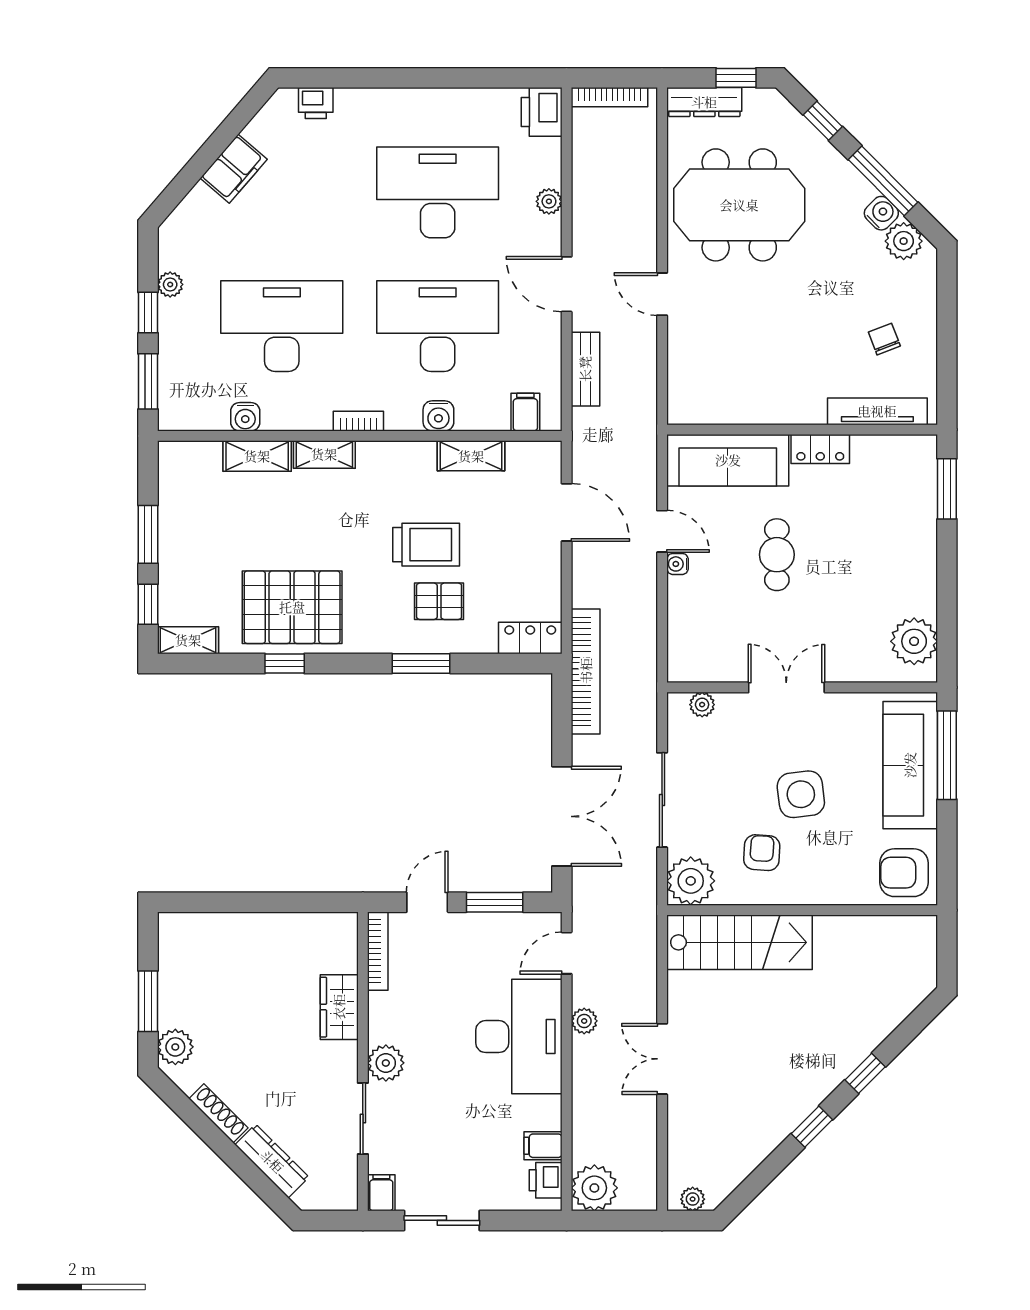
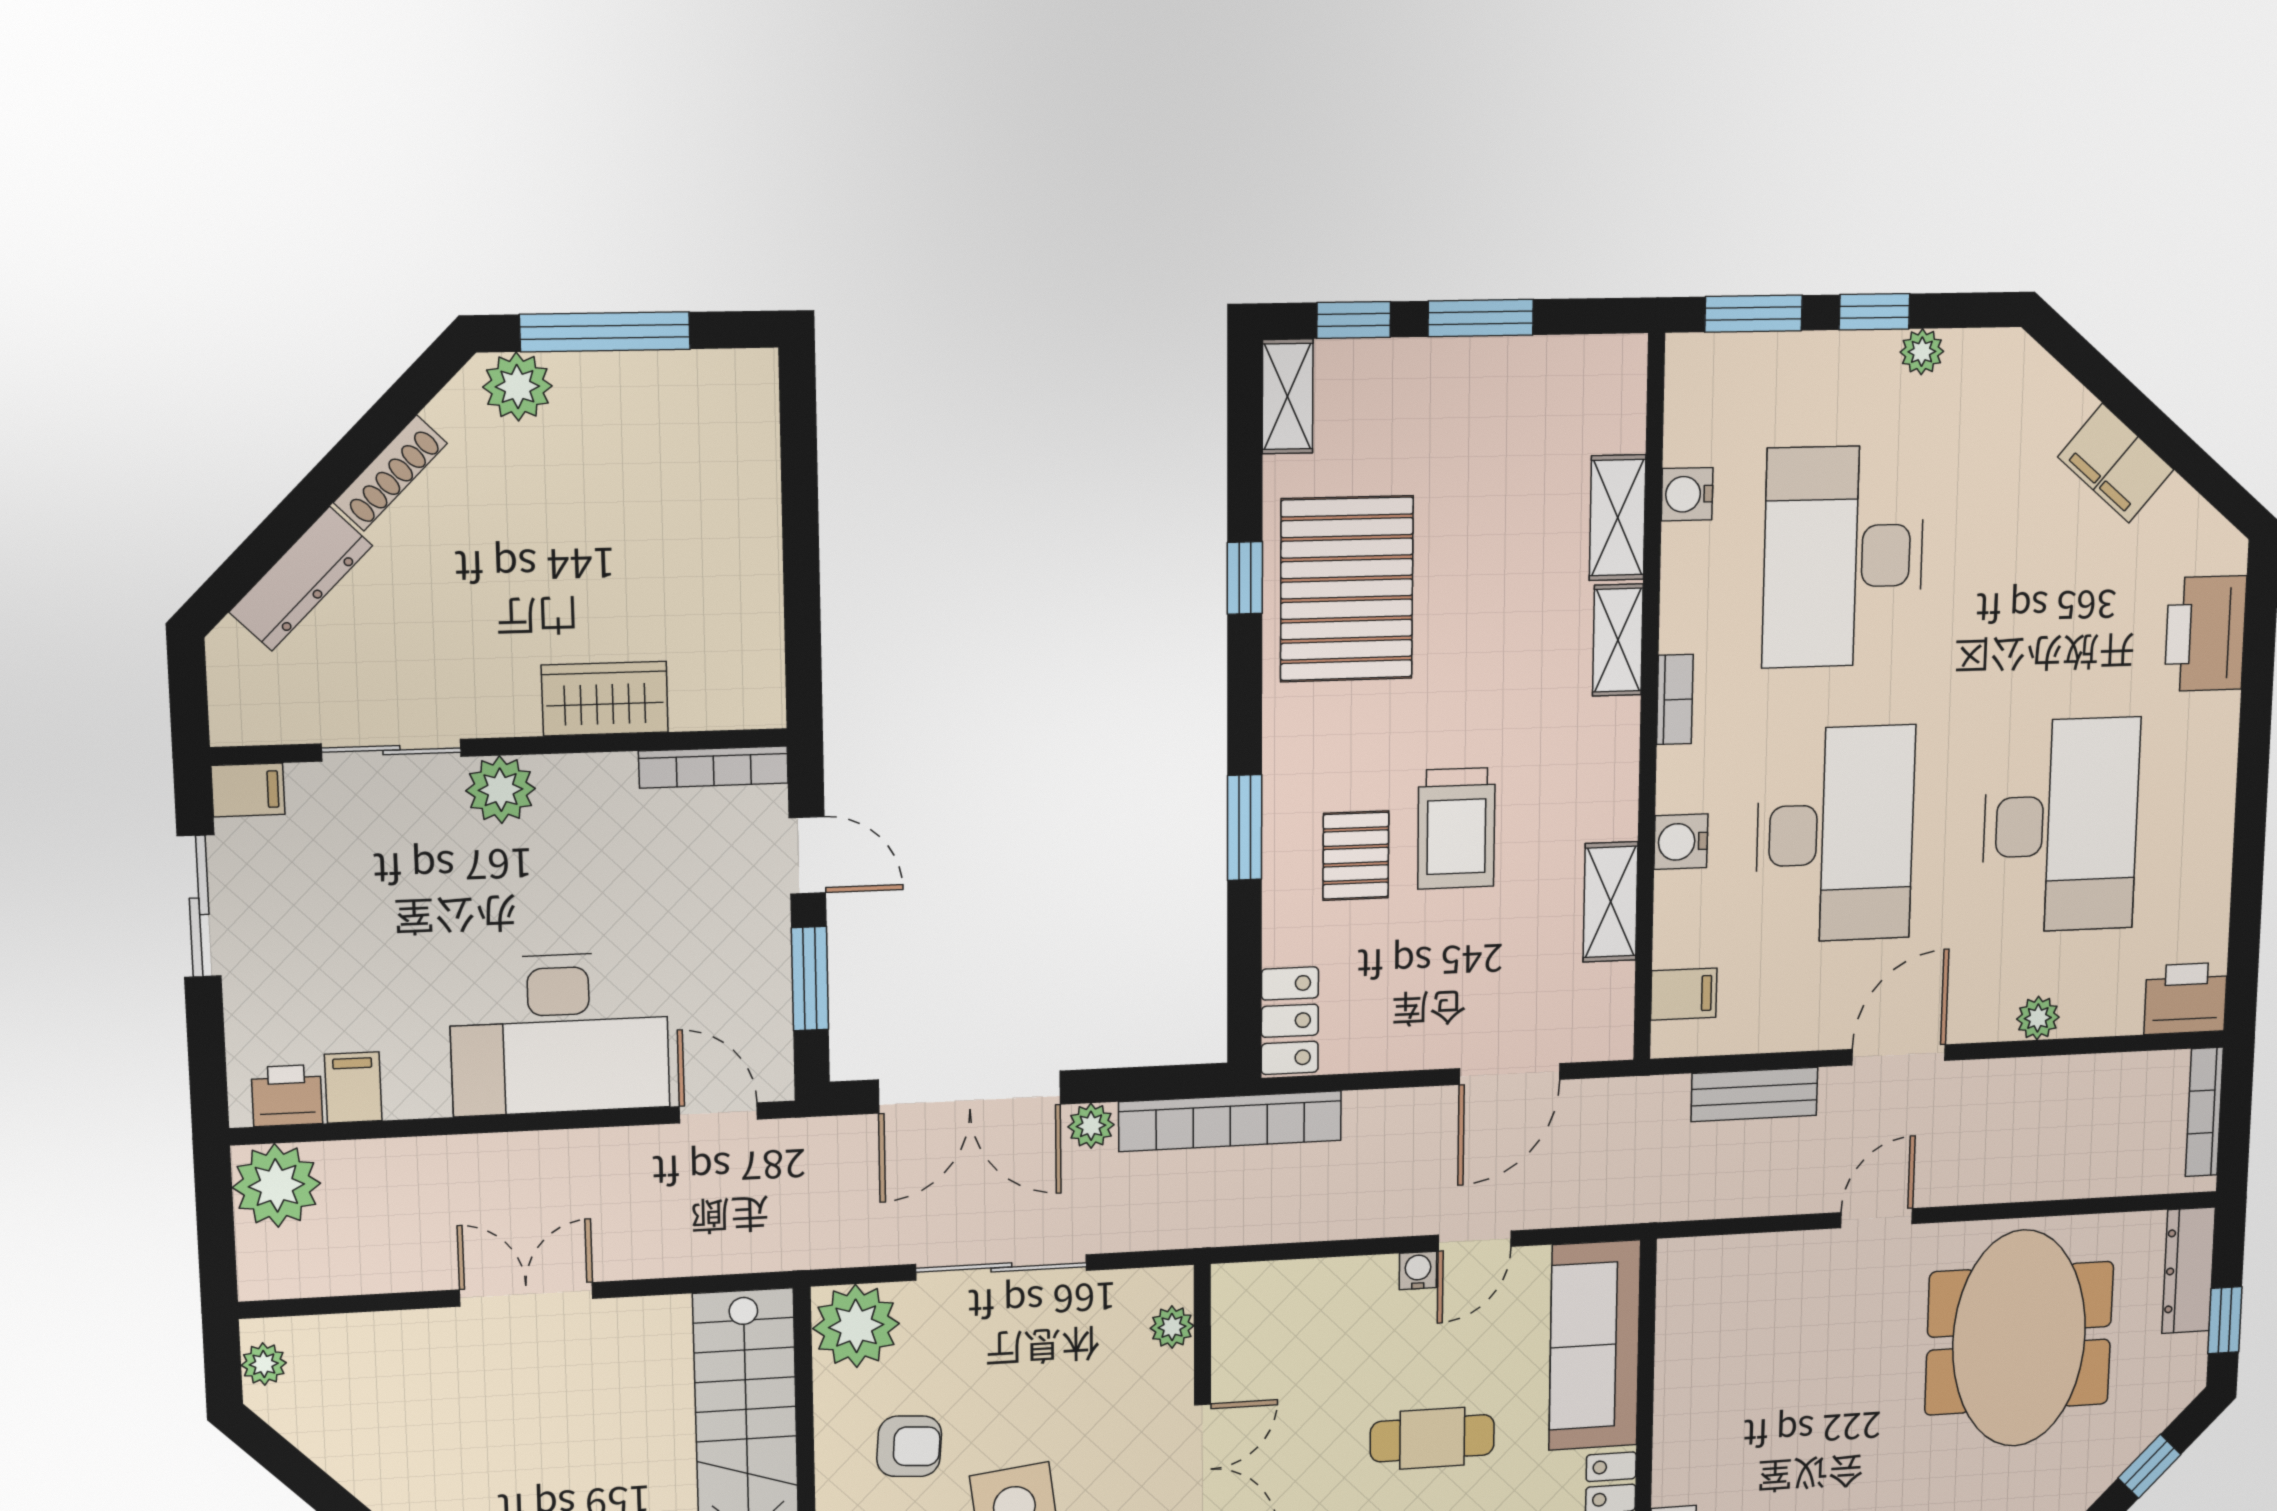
printer: (316, 103) -> (2205, 634), width x1.87, depth x1.48
desk: (282, 326) -> (1843, 557), turned 180
window: (148, 1001) -> (605, 332), width x1.44
plant: (584, 1021) -> (1091, 1126), moved

